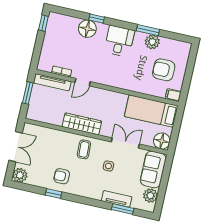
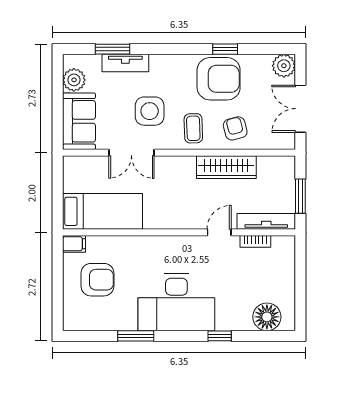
window: (43, 23) -> (300, 310), removed
floor lamp: (87, 29) -> (267, 317), moved
desk: (119, 41) -> (176, 302), width x1.87, depth x1.30
plant: (152, 42) -> (125, 319), removed
wardrobe: (82, 124) -> (226, 167), moved
floor lamp: (162, 141) -> (76, 169), removed
armchair: (58, 144) -> (235, 128), added
side table: (108, 166) -> (150, 111), width x1.87, depth x1.87
armchair: (62, 176) -> (219, 79), width x1.88, depth x1.88

